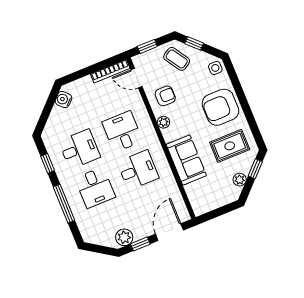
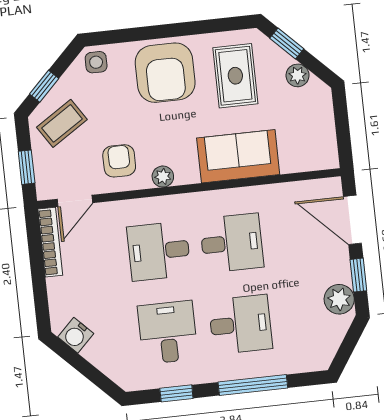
desk: (138, 170) -> (232, 243), turned 90

